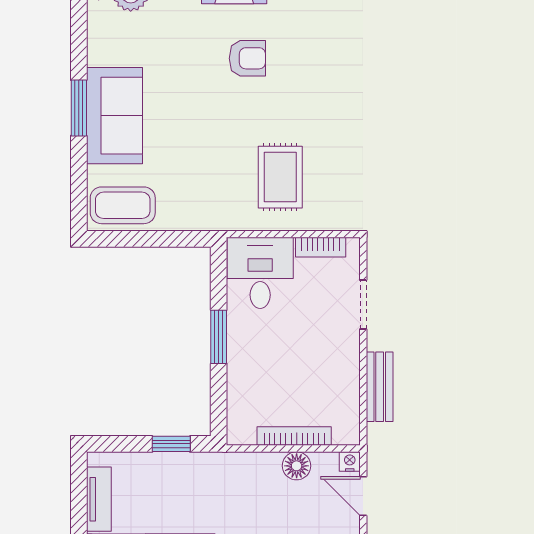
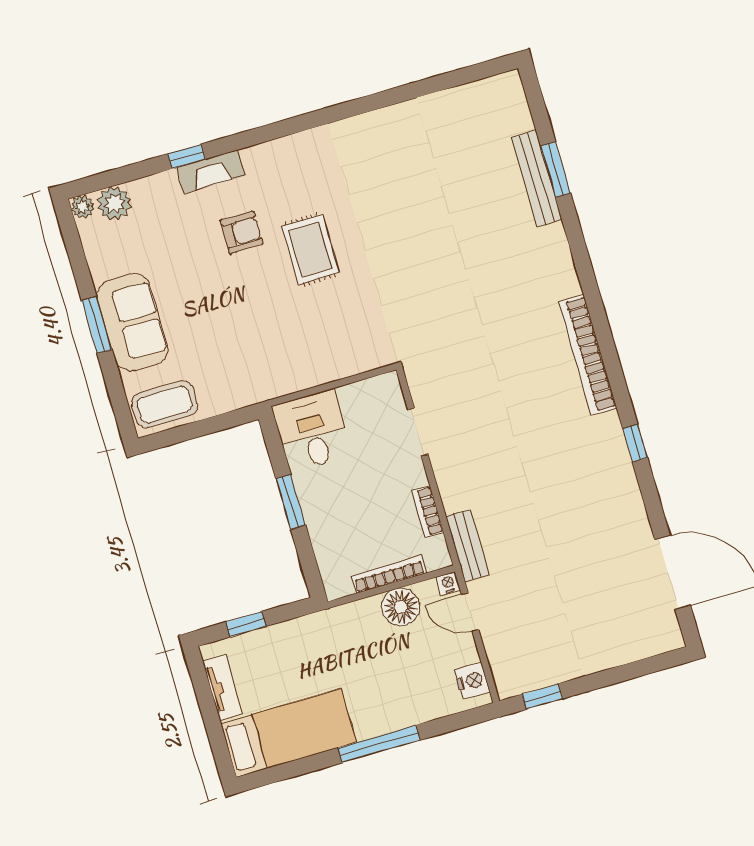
rug: (280, 177) -> (310, 249), moved
bookcase: (321, 247) -> (428, 512), moved, turned 90
bench: (380, 387) -> (468, 545), moved
window: (171, 444) -> (246, 624), moved
floor lamp: (297, 466) -> (401, 607), width x1.38, depth x1.38

